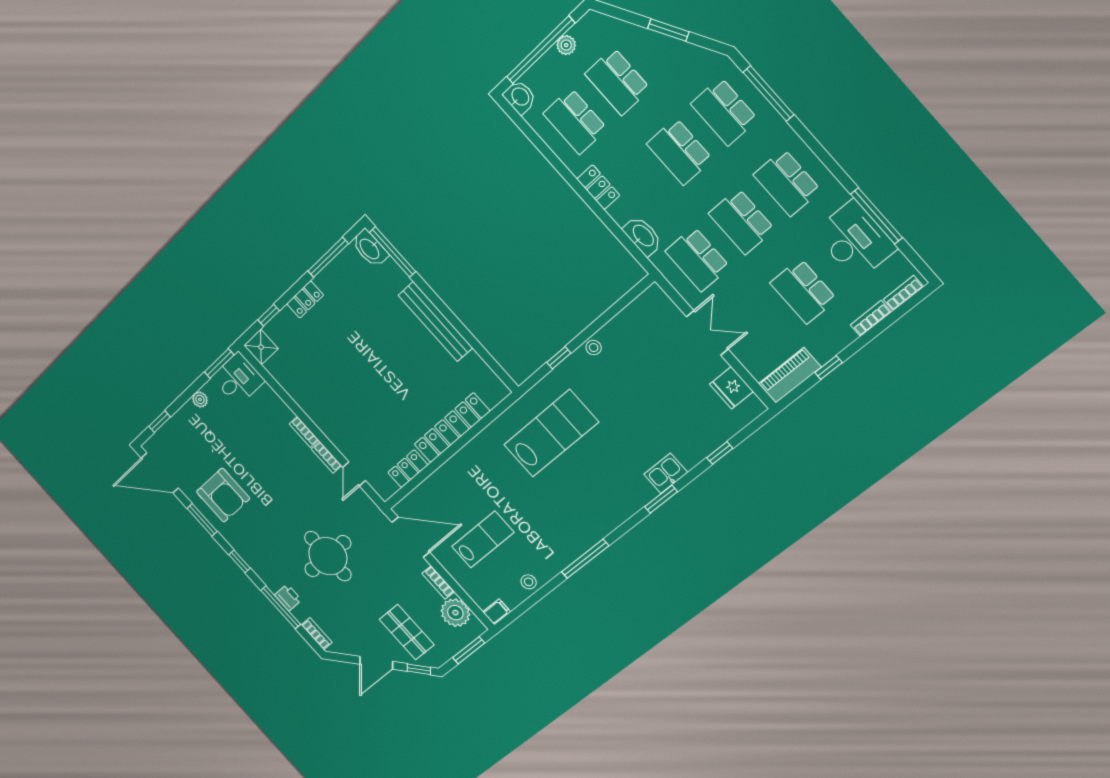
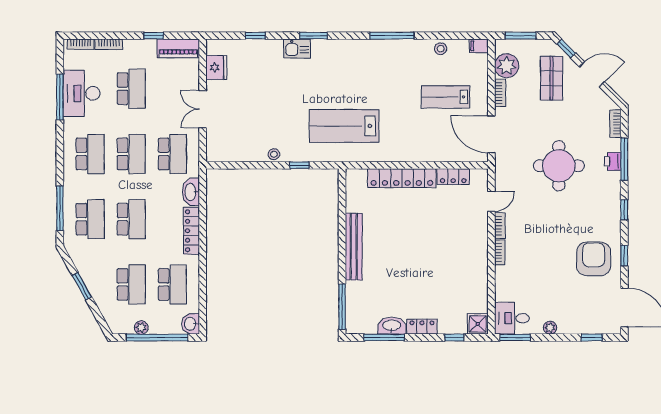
locker: (598, 187) -> (191, 231), width x1.53
washbasin: (370, 249) -> (392, 326), moved, turned -90
window: (202, 520) -> (624, 256), width x0.67

